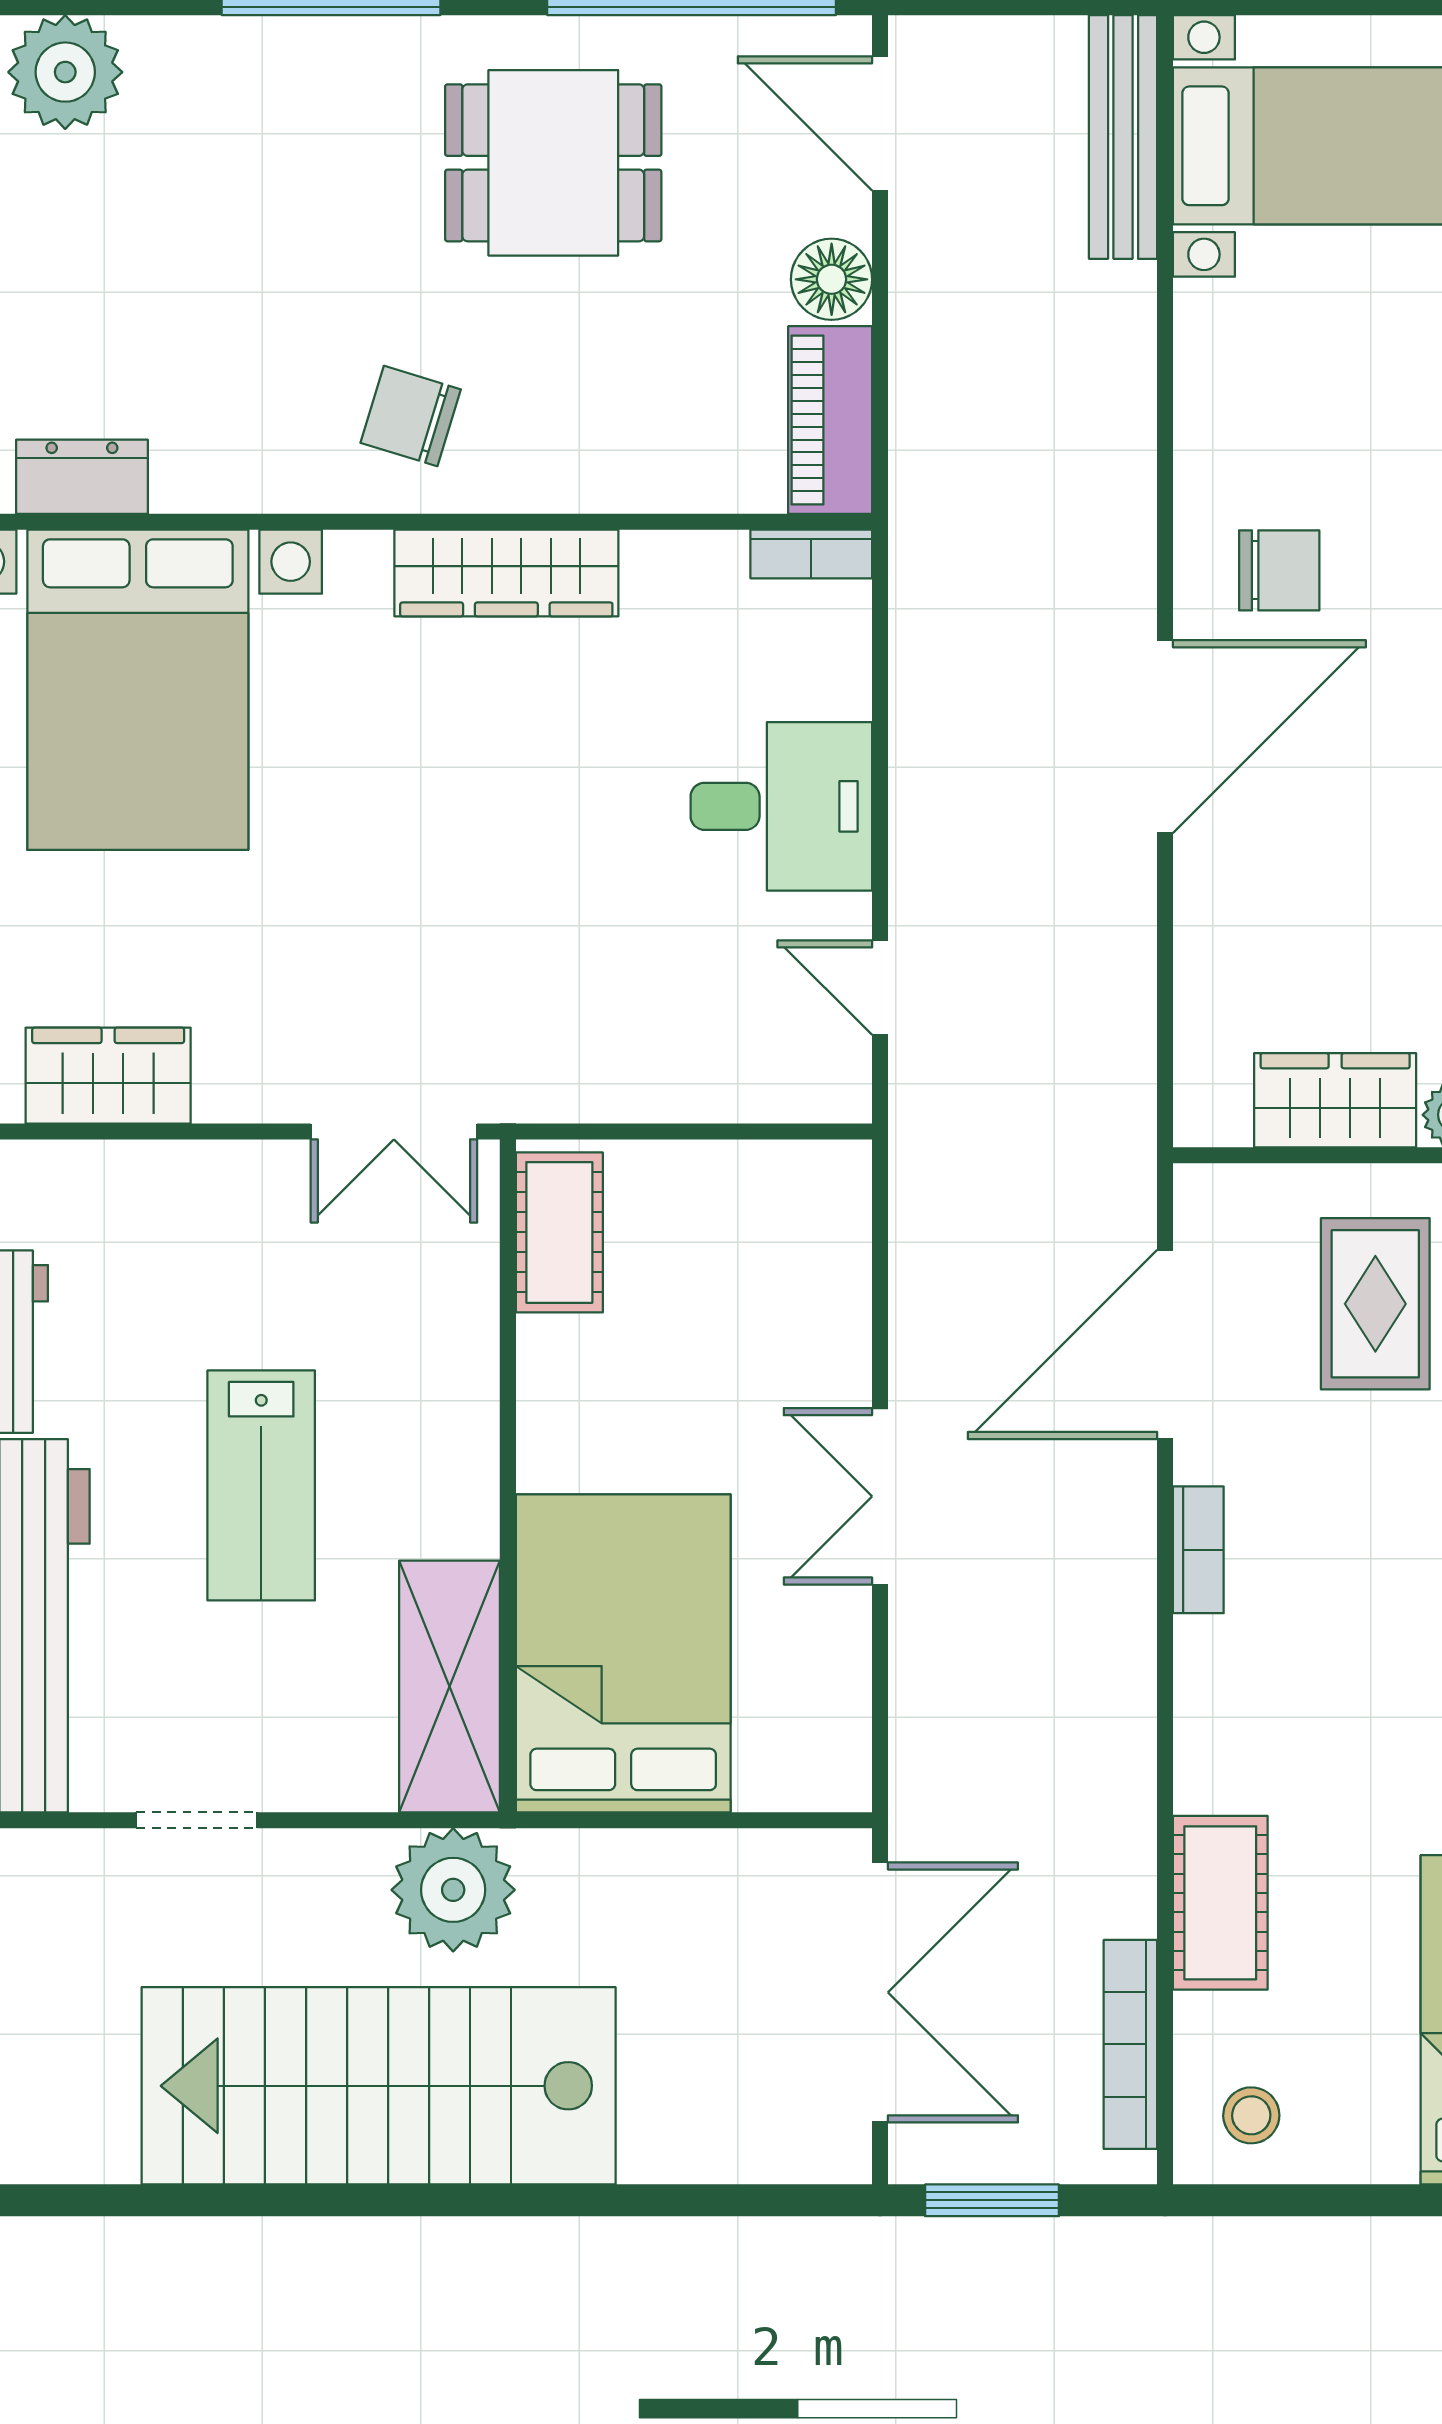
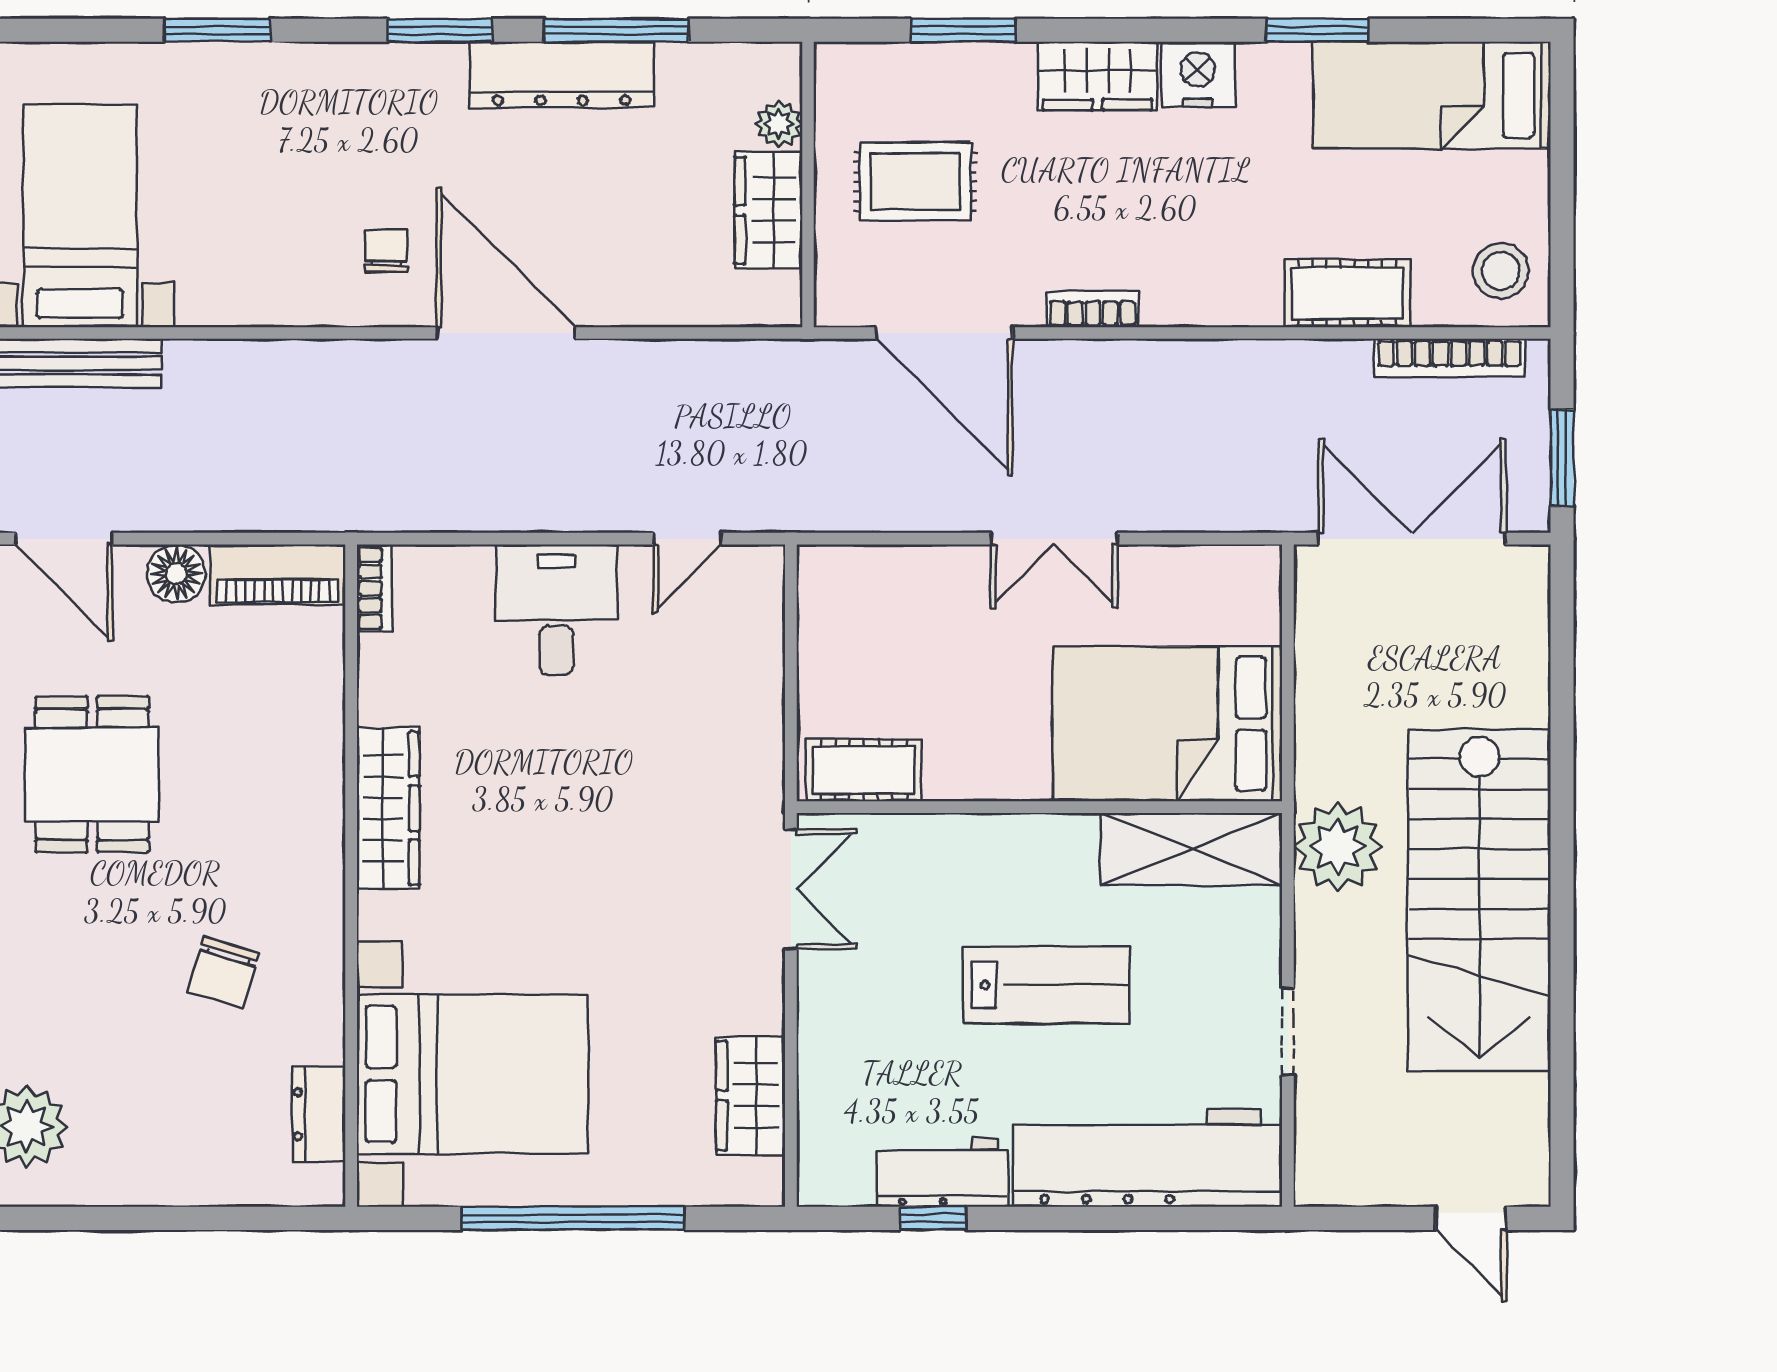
door: (880, 124) -> (64, 539), hinge flipped
chair: (411, 416) -> (223, 972), moved
chair: (1279, 570) -> (386, 251), width x0.73, depth x0.73
stool: (1251, 2115) -> (1501, 271), width x1.37, depth x1.37

